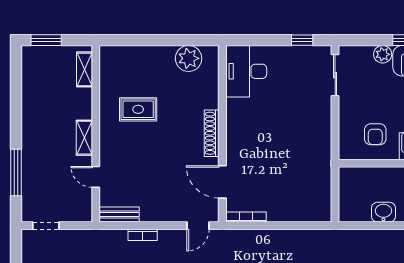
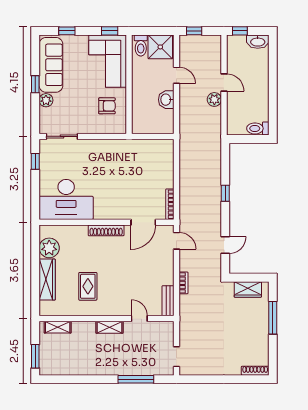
wardrobe: (147, 56) -> (47, 280), added
desk: (246, 71) -> (66, 199), width x1.36, depth x1.30
door: (96, 177) -> (139, 319), swing flipped

